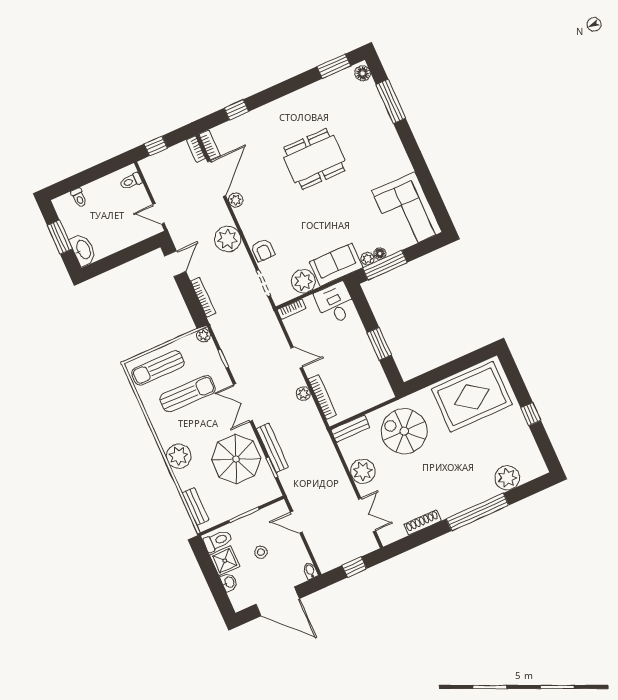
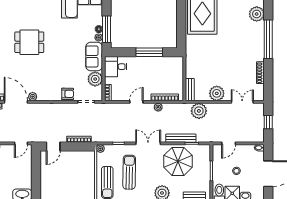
dining table: (314, 159) -> (29, 42), width x0.73
plant: (228, 239) -> (199, 111), moved
door: (175, 264) -> (53, 147), swing flipped
window: (379, 344) -> (149, 52), width x1.44
double door: (243, 403) -> (148, 143), swing flipped
spiral stairs: (404, 431) -> (205, 60), removed

